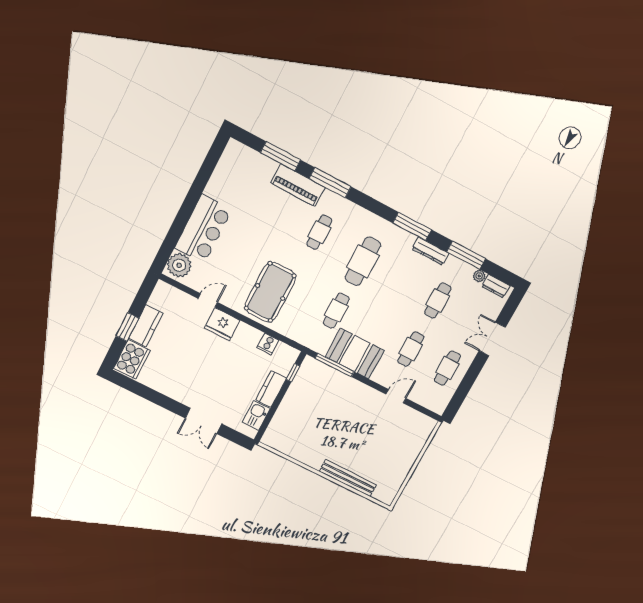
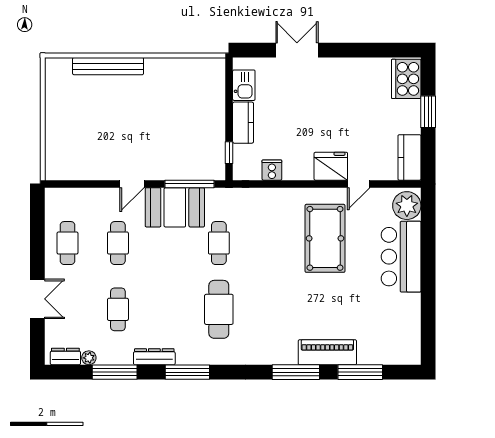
cafe table: (319, 232) -> (280, 316), removed
pool table: (270, 292) -> (325, 238), moved
kitchen counter: (146, 326) -> (409, 157), moved
door: (396, 396) -> (132, 184), moved

